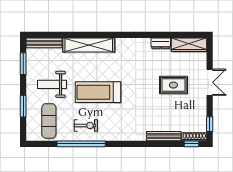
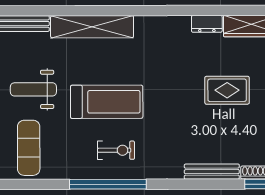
treadmill: (98, 92) -> (107, 102), turned 180
exercise bike: (86, 125) -> (116, 150), moved
window: (81, 144) -> (108, 184), moved

